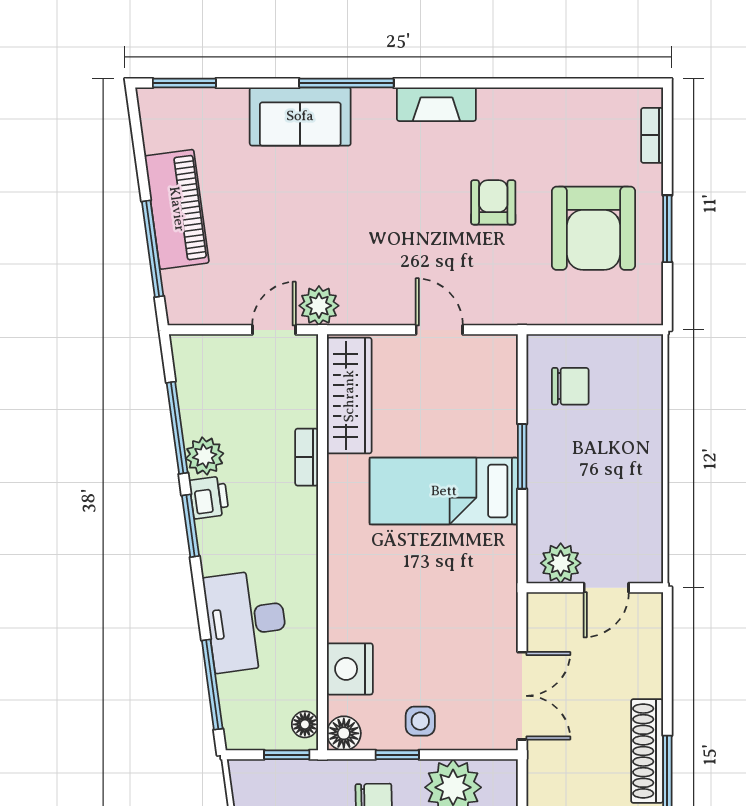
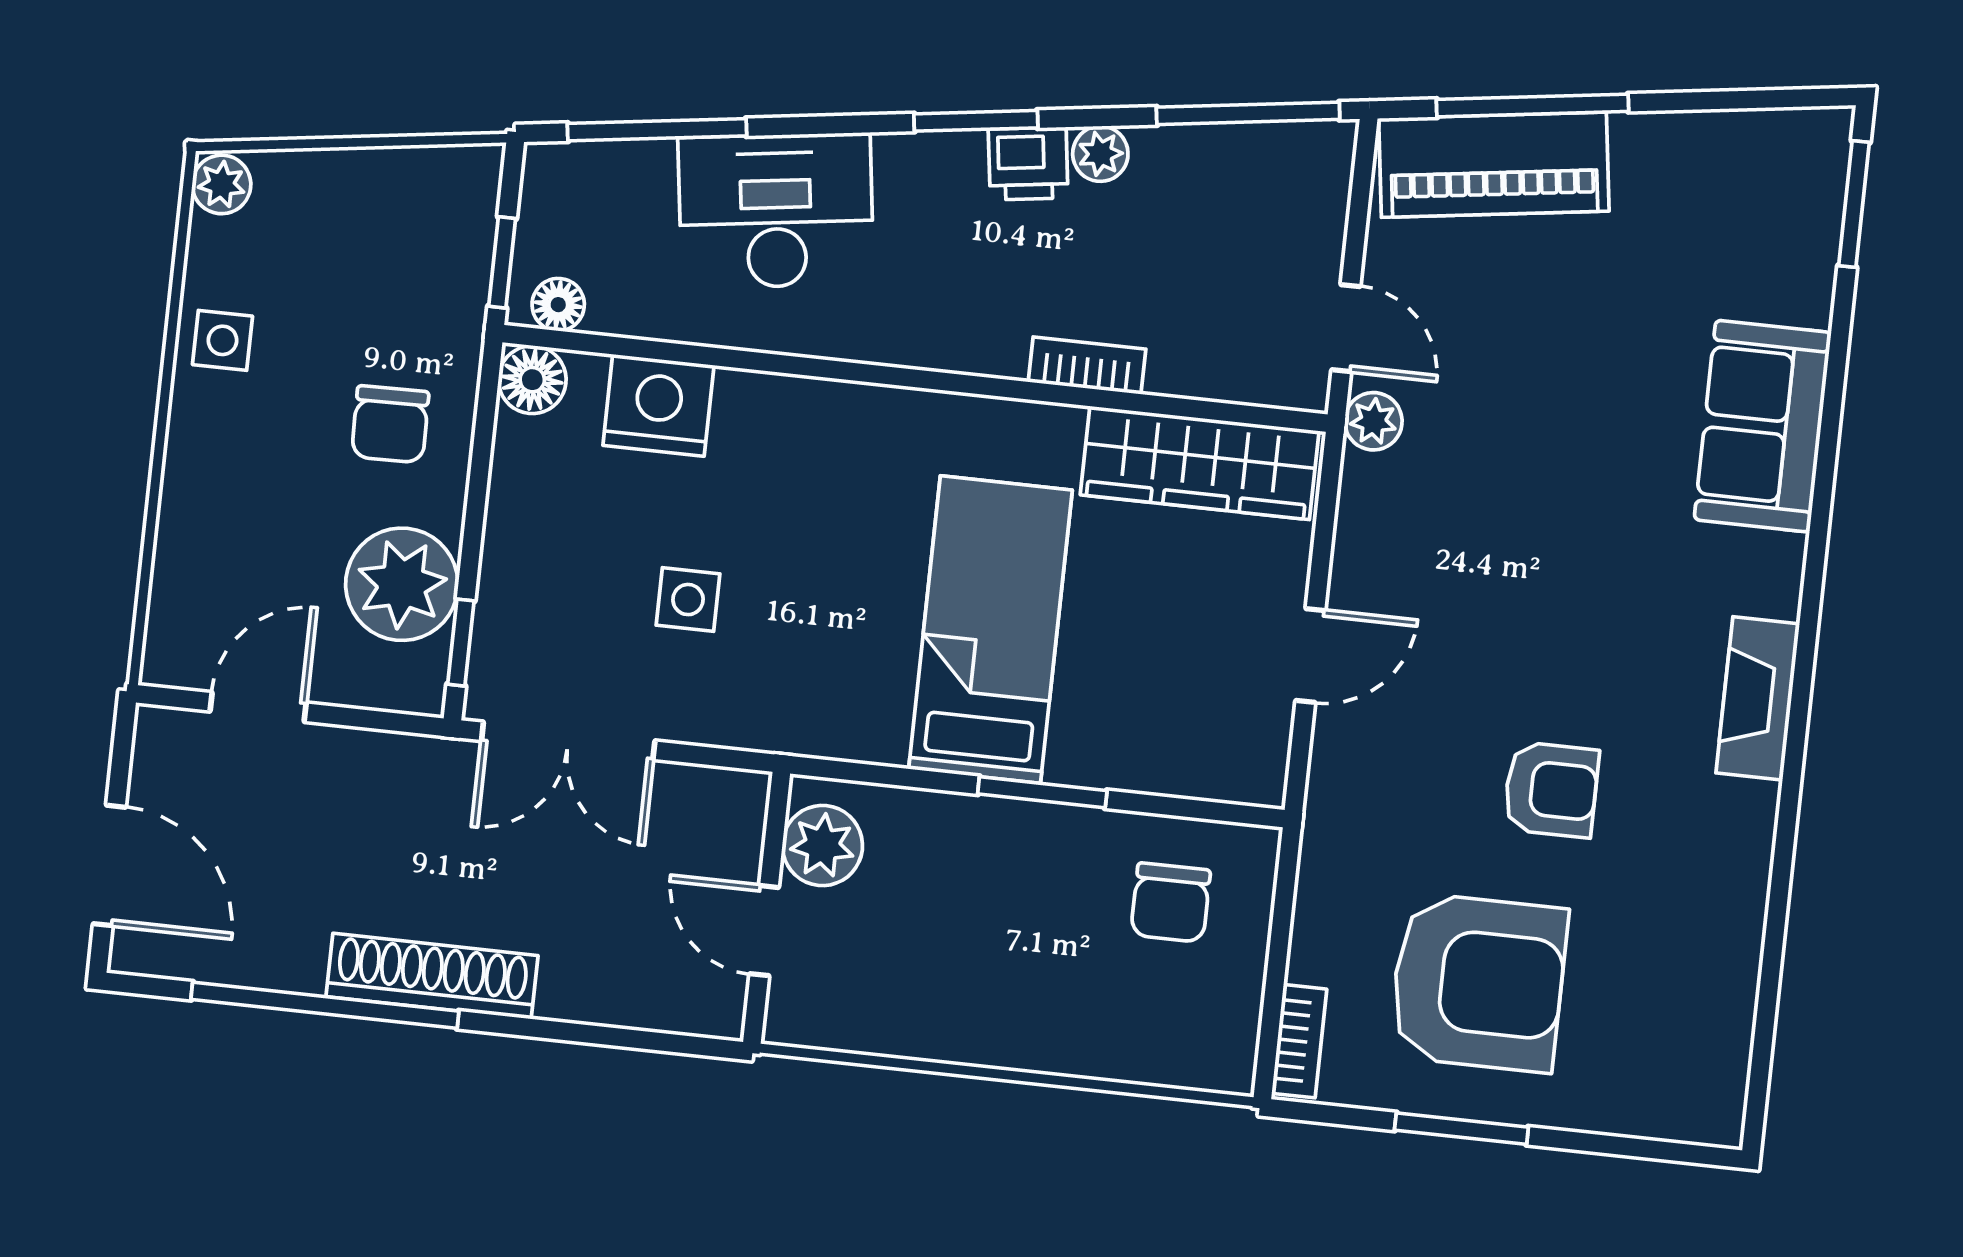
window: (346, 83) -> (1819, 525), removed
bookcase: (652, 135) -> (1299, 1041), moved, turned 90
piano: (177, 209) -> (1494, 165), moved
armchair: (594, 228) -> (1478, 983), turned 180
plant: (319, 306) -> (1373, 421), width x0.73, depth x0.73
window: (177, 428) -> (1248, 113), moved
plant: (205, 456) -> (1100, 154), width x0.73, depth x0.73
side table: (420, 721) -> (688, 600), moved
window: (397, 755) -> (461, 643), moved

